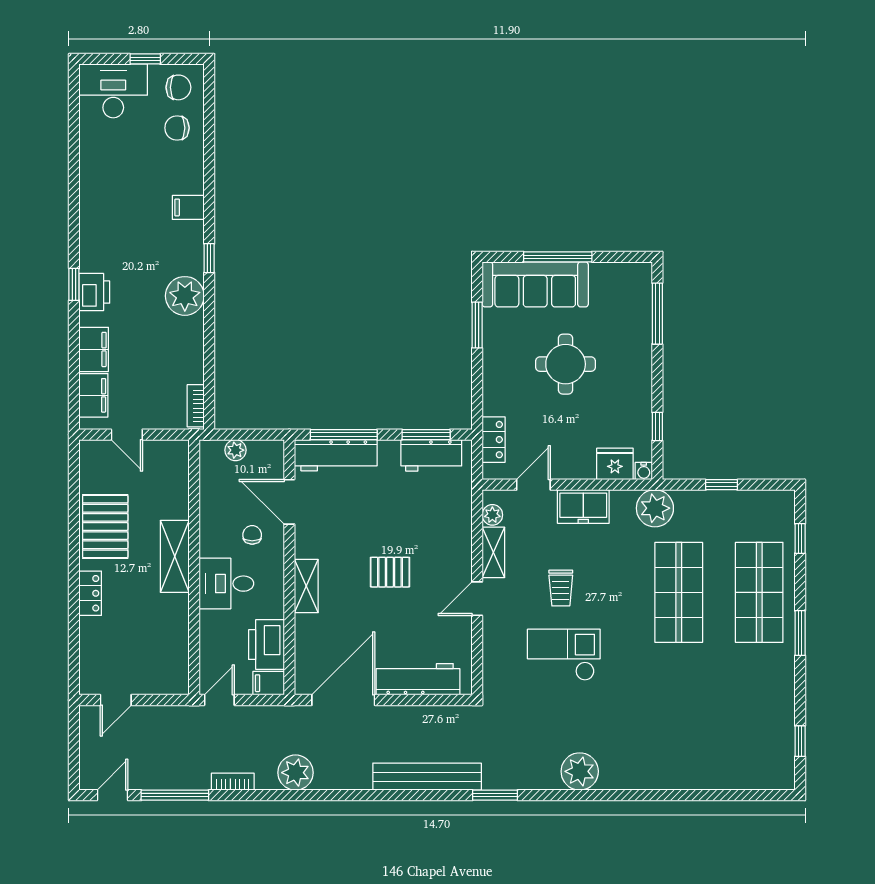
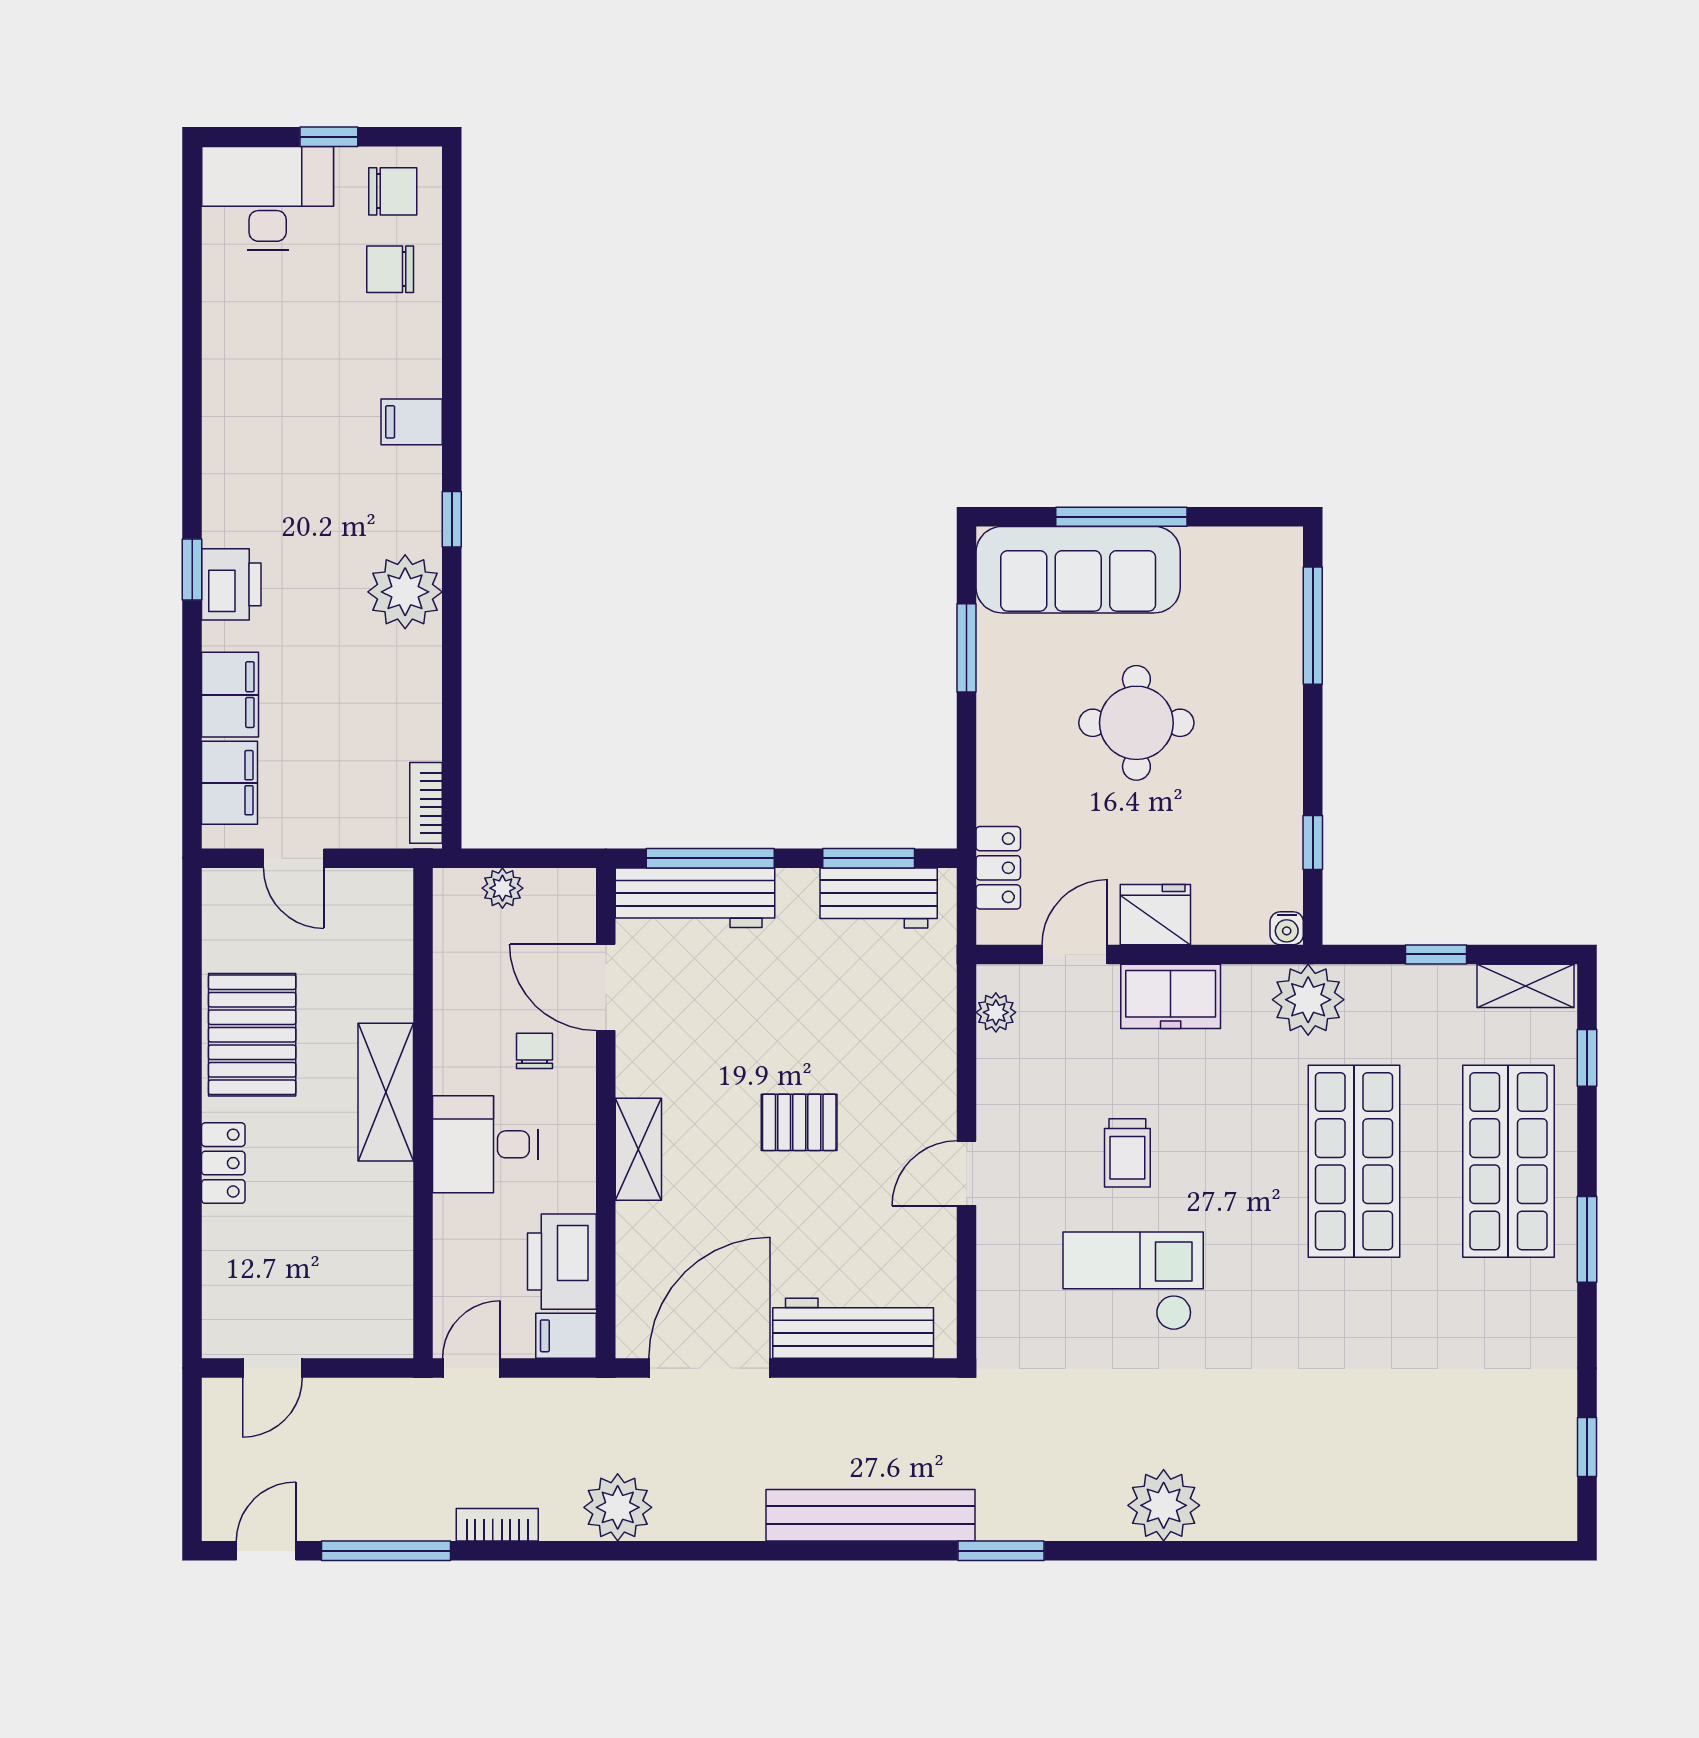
fridge: (615, 464) -> (1155, 915), moved
shelving: (493, 552) -> (1526, 986), moved, turned 90

